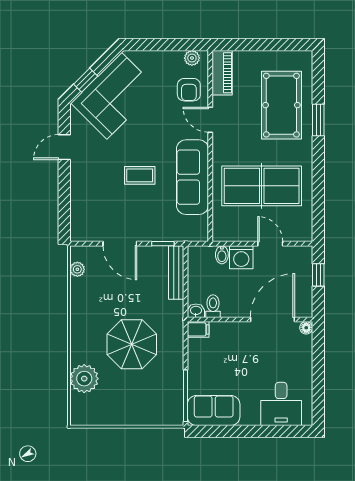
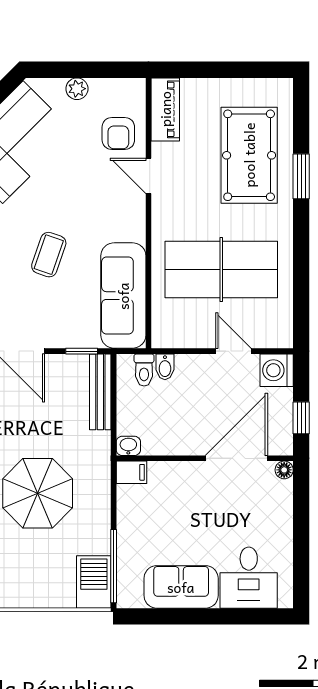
plant: (192, 58) -> (77, 89), moved
coffee table: (140, 175) -> (49, 255), turned -71
sofa: (192, 177) -> (123, 296), moved
washing machine: (241, 257) -> (277, 370), moved, turned 90
window: (318, 275) -> (301, 418), moved
toilet: (213, 306) -> (144, 370), moved, turned 180
barbecue: (172, 407) -> (94, 582), added
sofa: (214, 410) -> (181, 587), moved

